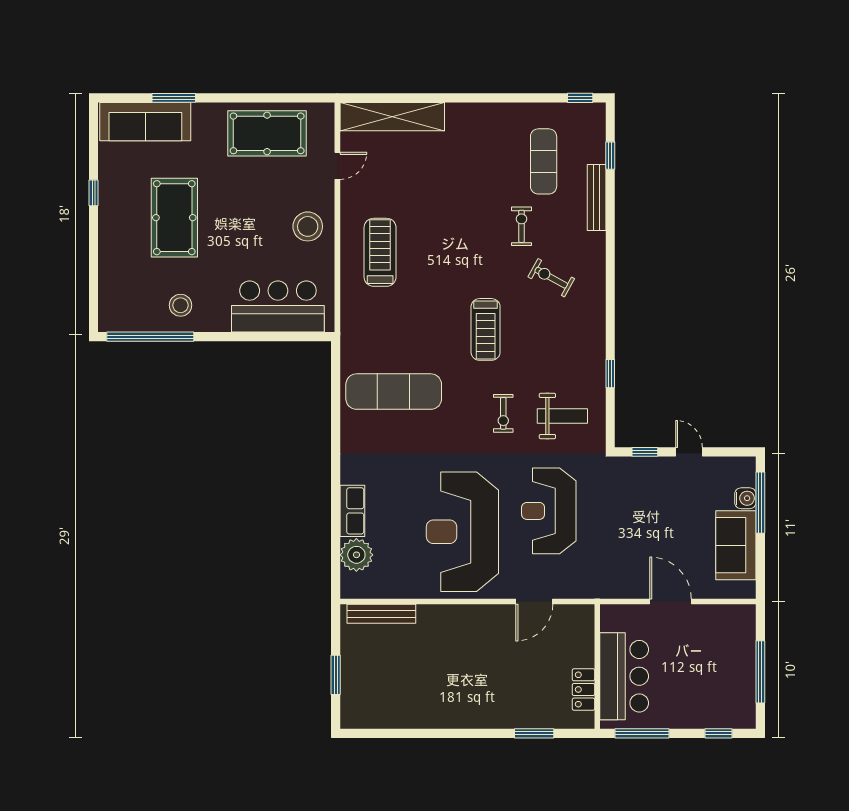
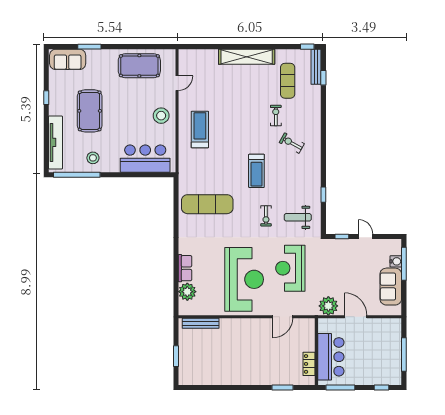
shelving: (392, 117) -> (247, 57), moved
sofa: (145, 122) -> (68, 59), width x0.73
bench: (597, 198) -> (316, 67), moved
tv unit: (111, 277) -> (55, 142), added
weight bench: (562, 416) -> (298, 217), turned 180
reception desk: (462, 532) -> (244, 279), turned 180
plant: (620, 581) -> (328, 306), added

